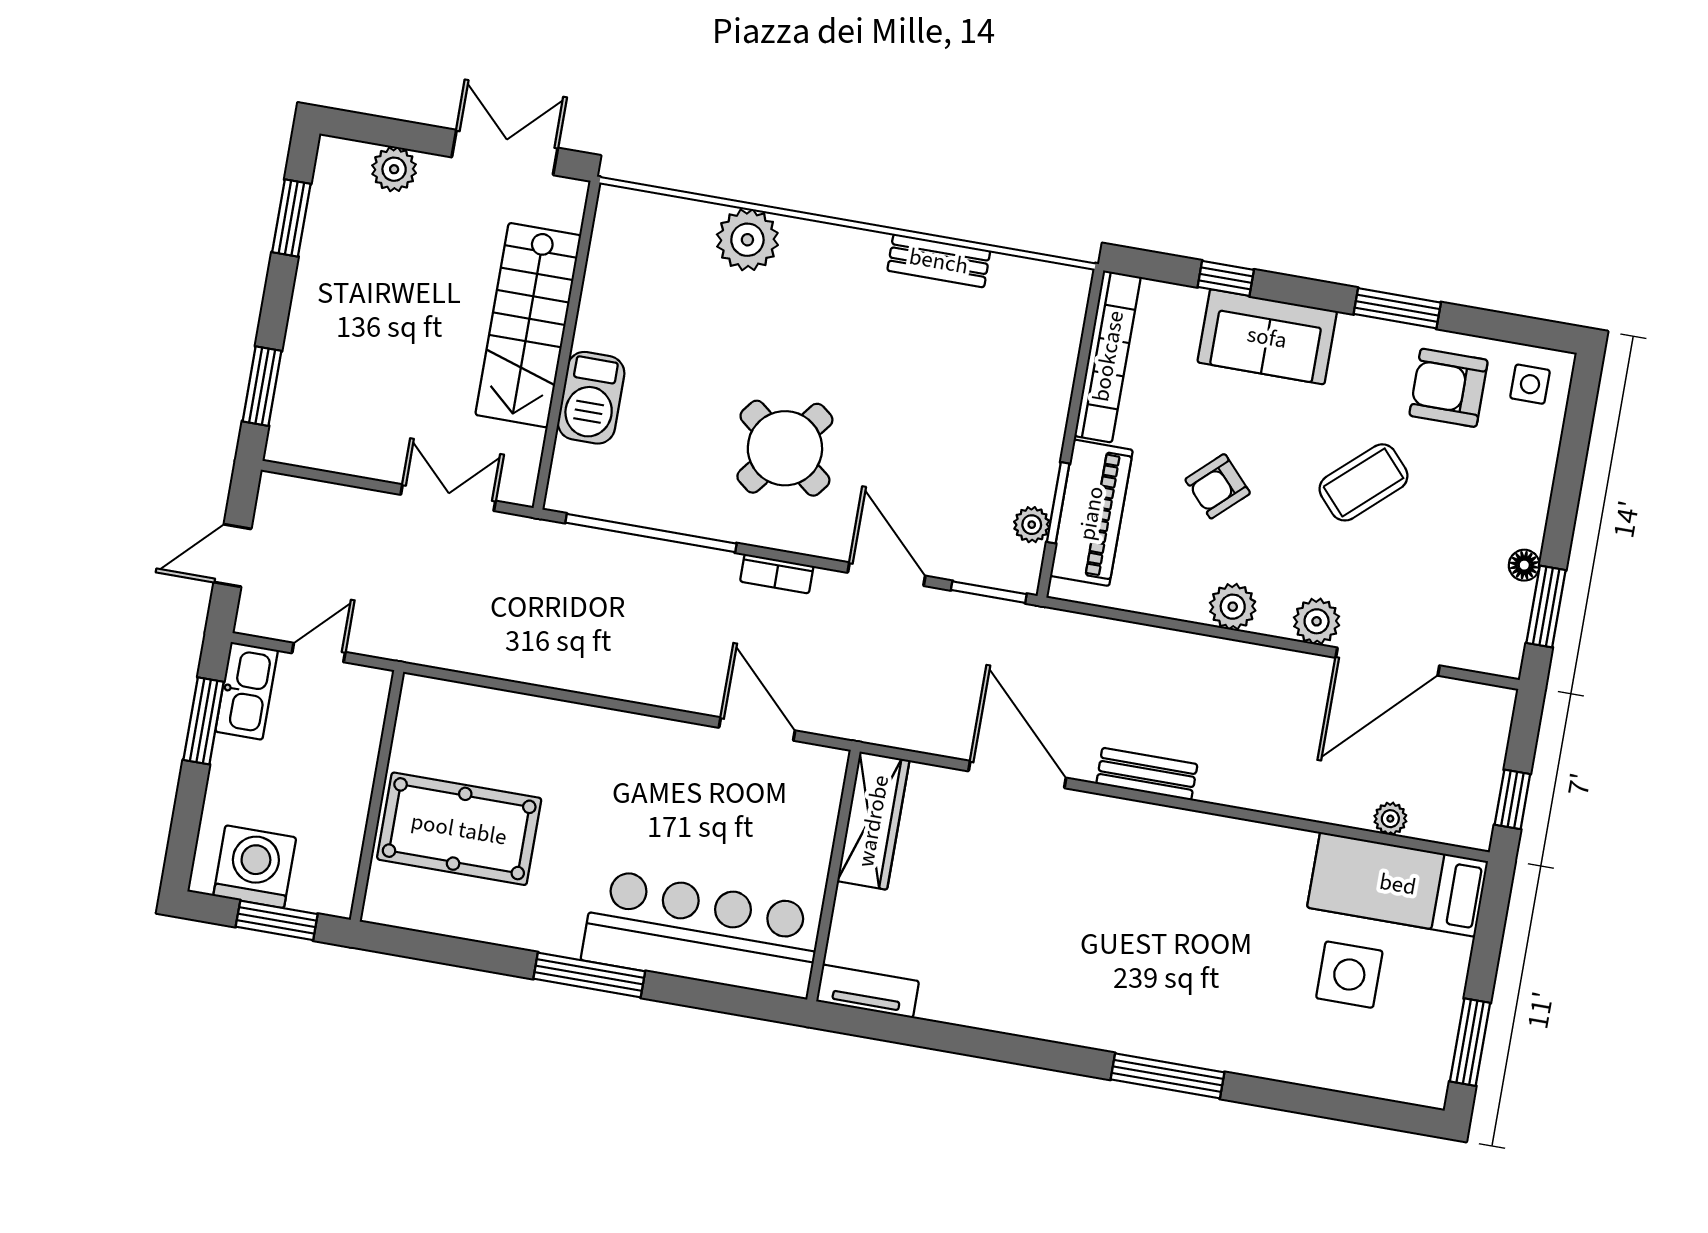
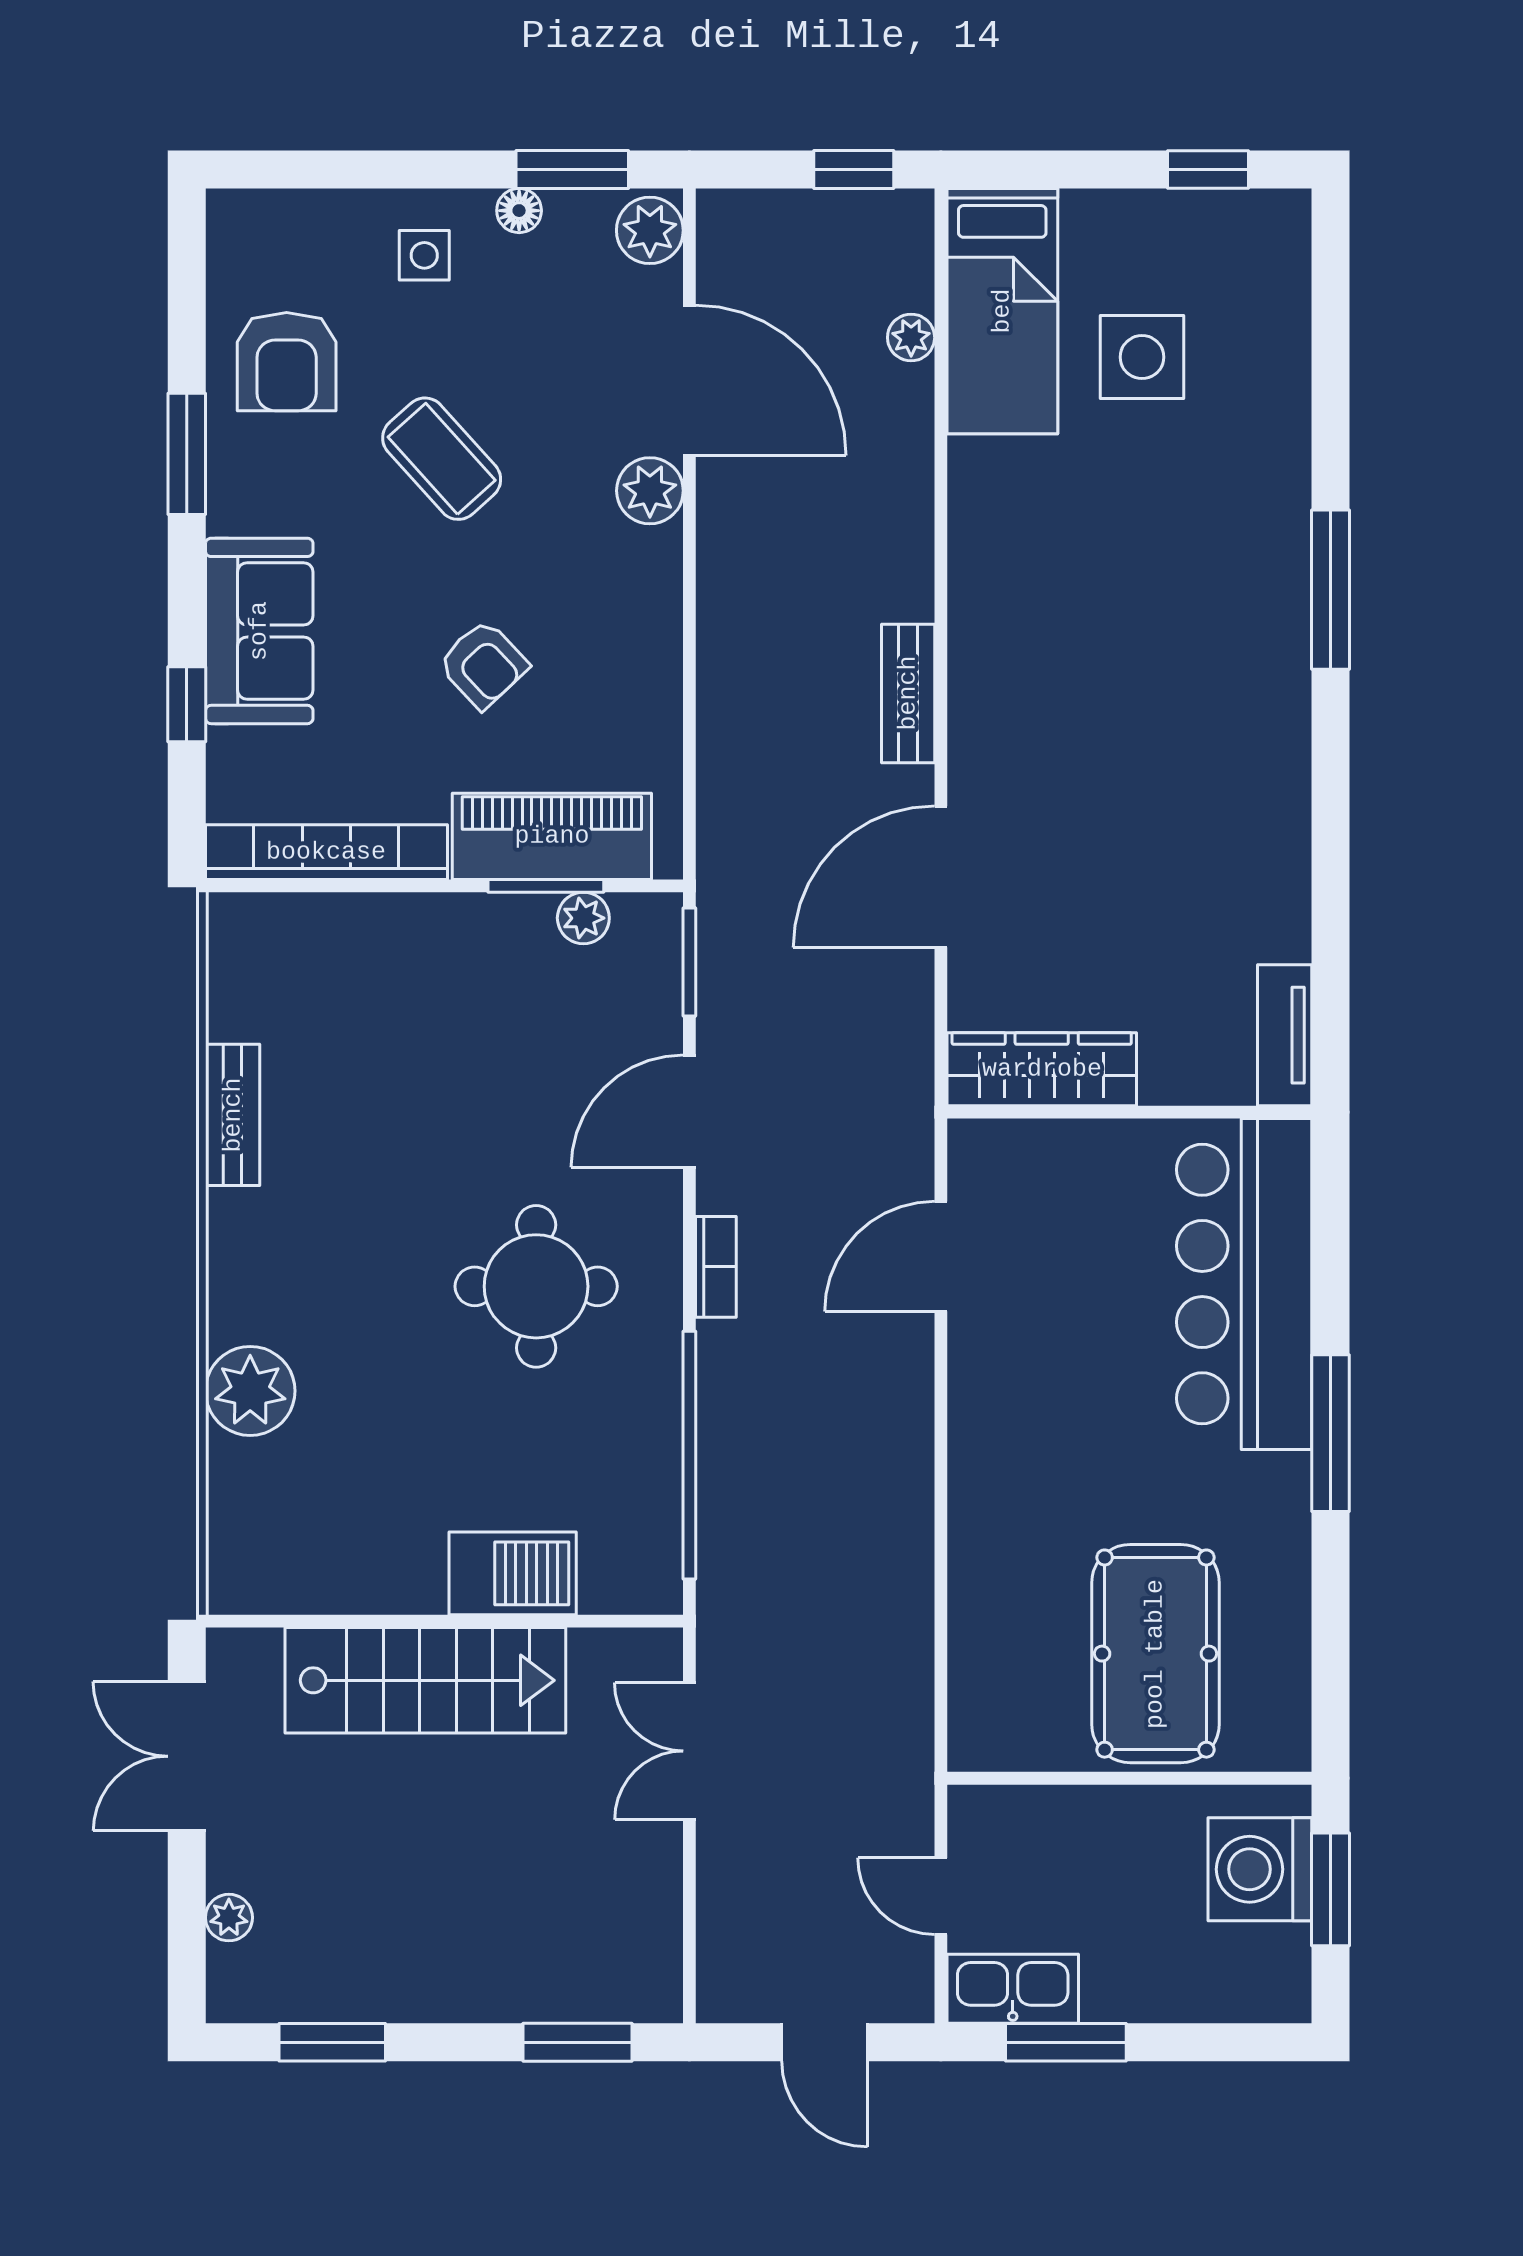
plant: (394, 169) -> (229, 1918), width x0.73, depth x0.73
side table: (1530, 384) -> (424, 255), moved
round table: (785, 448) -> (536, 1286), turned -38
plant: (1233, 607) -> (650, 230), moved
washing machine: (255, 867) -> (1260, 1869), moved
window: (1470, 1042) -> (1208, 169), width x0.67

